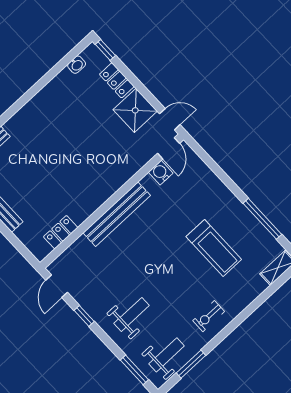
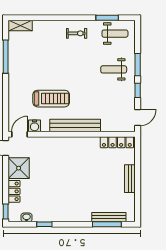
window: (50, 75) -> (44, 224), added
locker: (61, 232) -> (117, 142), width x1.53
treadmill: (214, 248) -> (51, 99), moved, turned 90
weight bench: (167, 355) -> (115, 34), turned 180
window: (134, 370) -> (138, 65), moved

